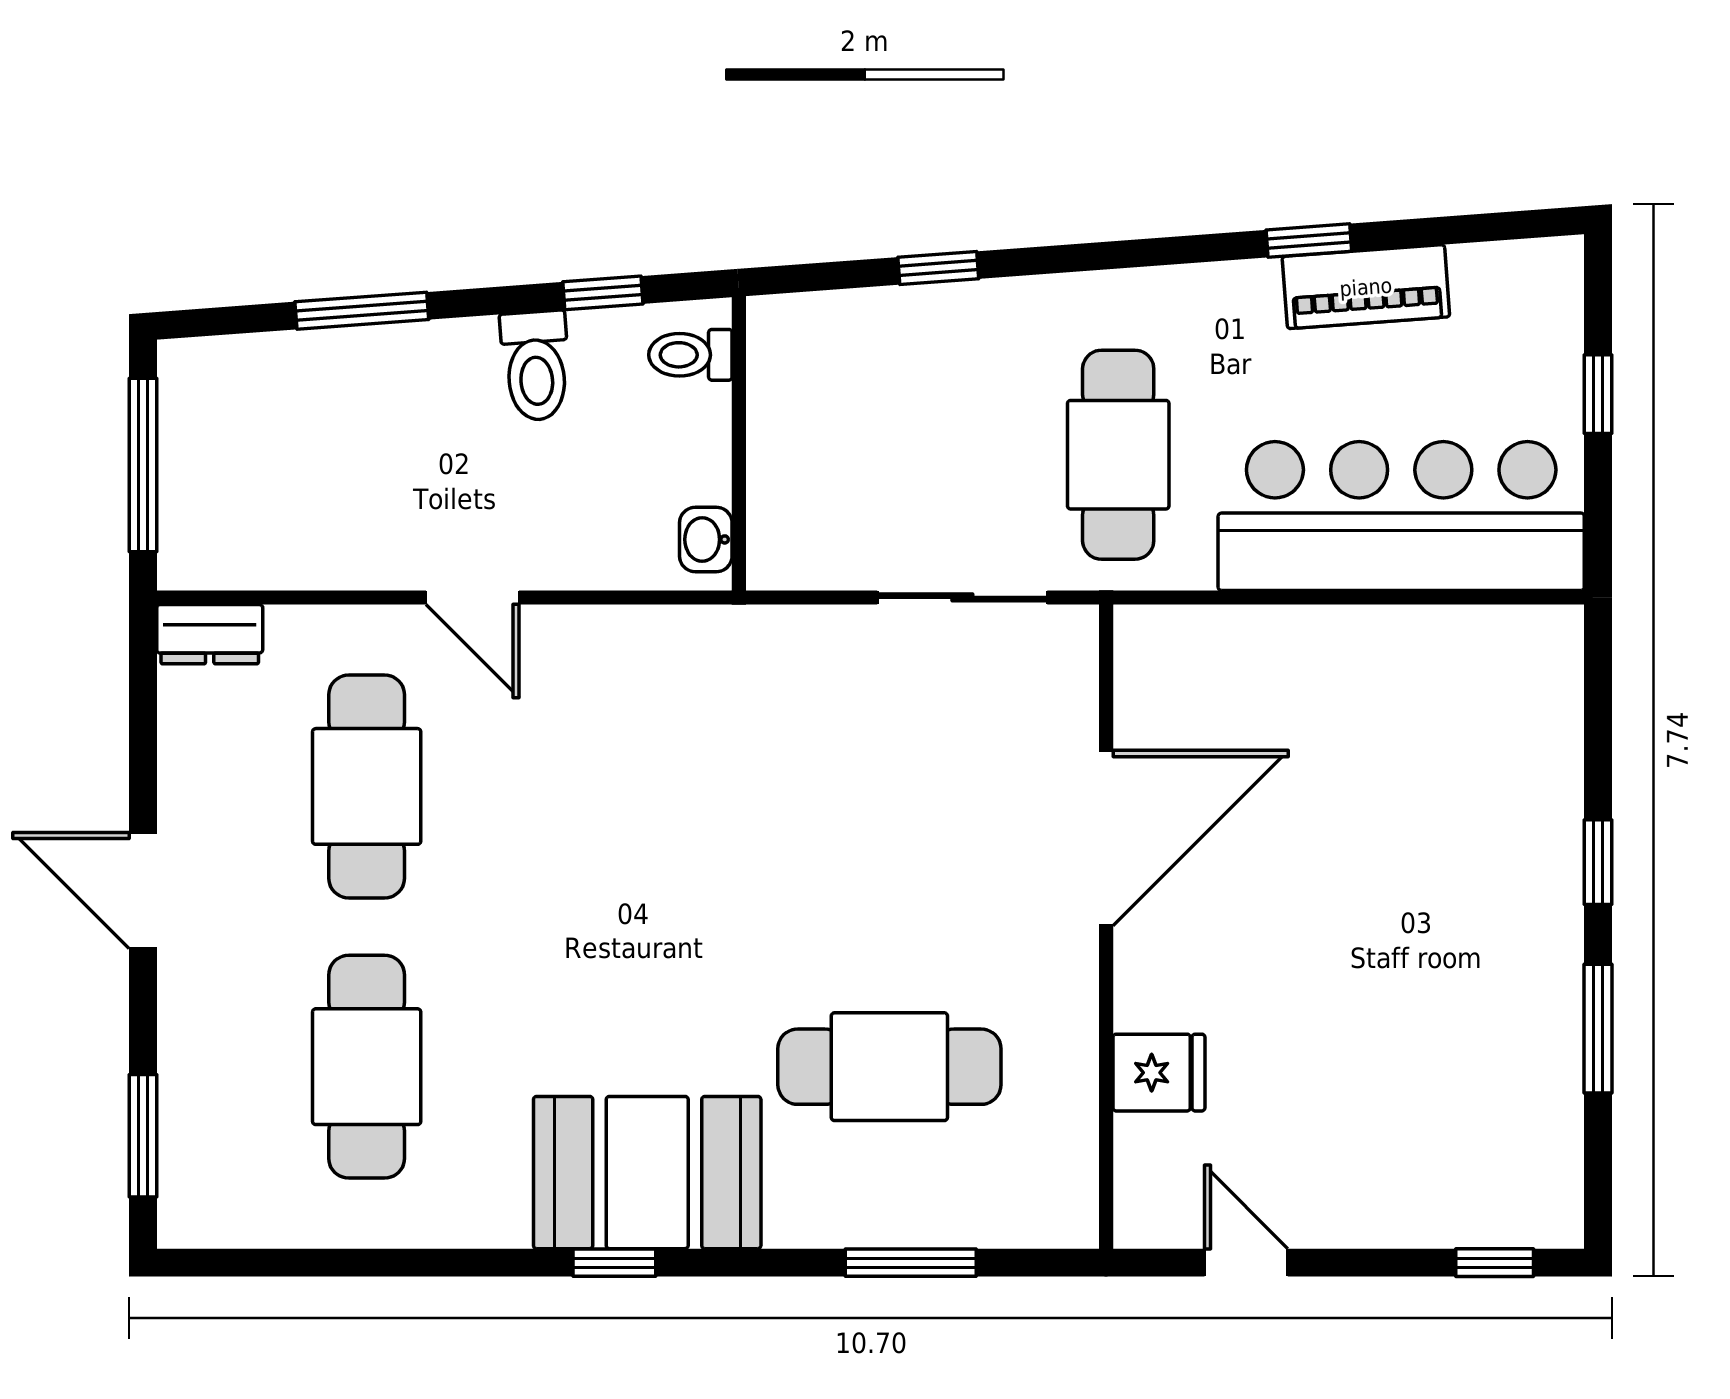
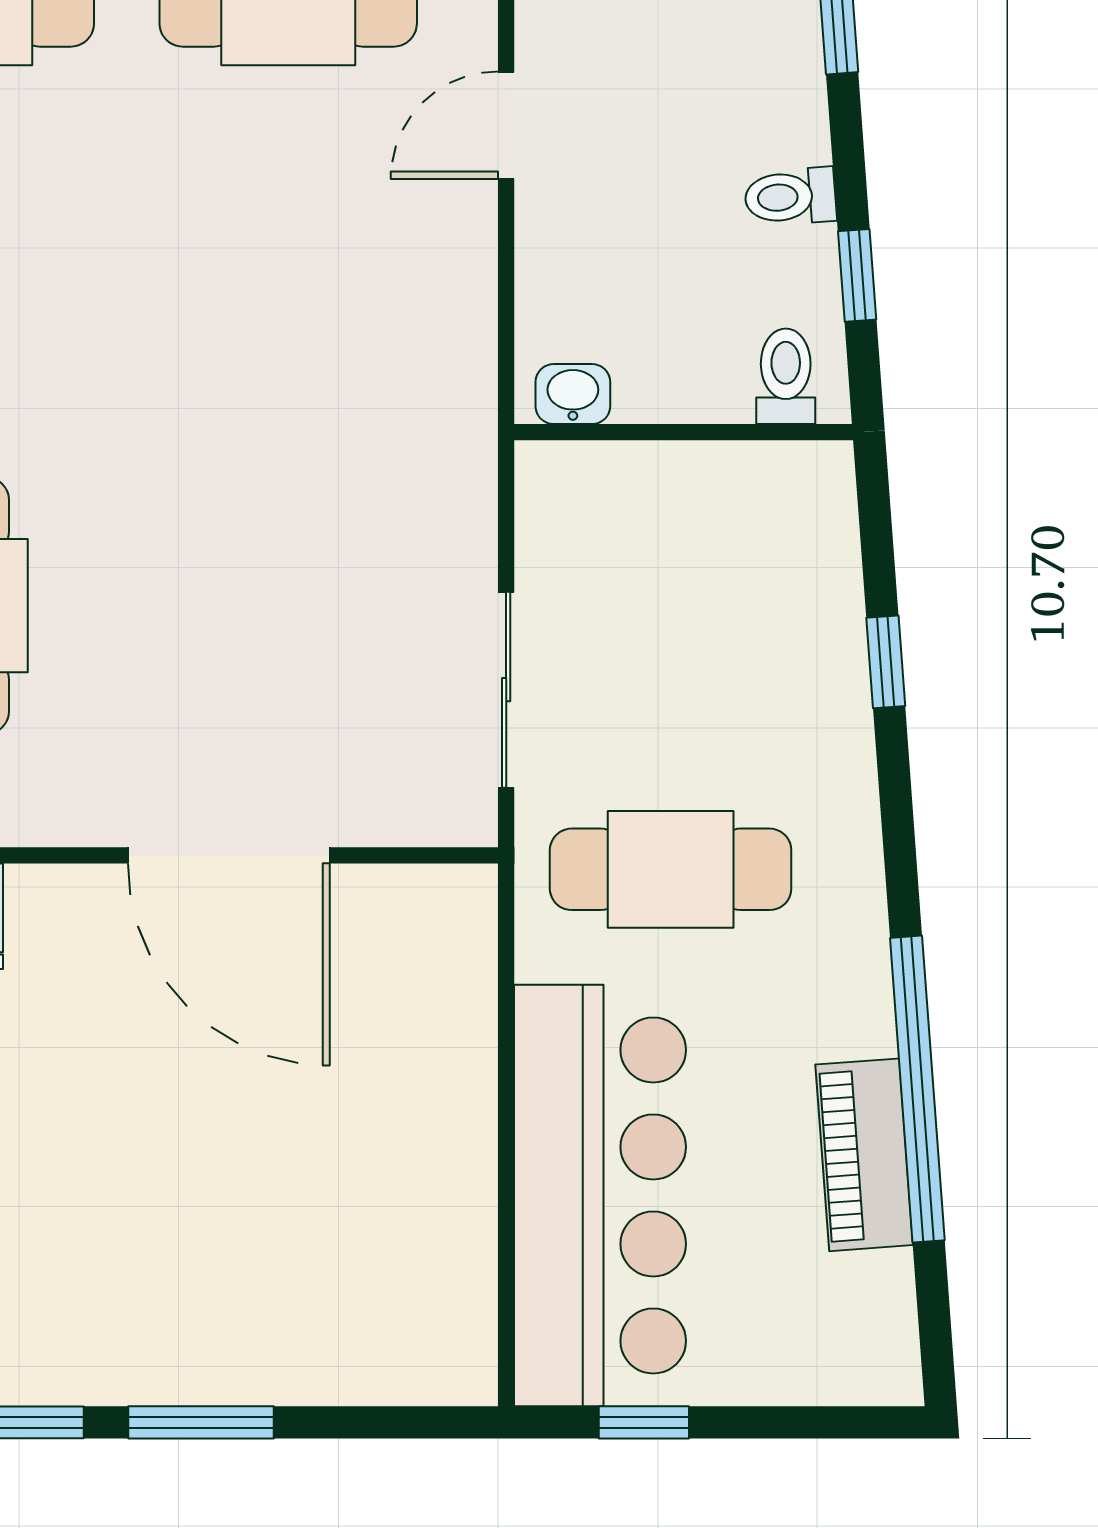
window: (1309, 241) -> (917, 1089), width x3.17
toilet: (536, 366) -> (790, 197), width x0.73, depth x0.72
window: (1598, 394) -> (644, 1422), moved
window: (1598, 862) -> (201, 1422), width x1.50

